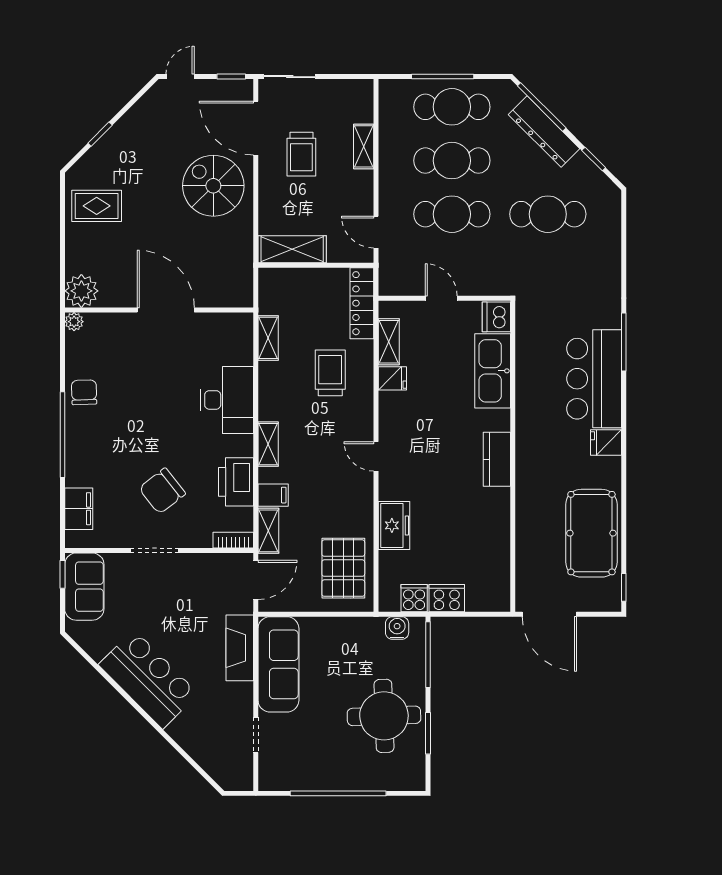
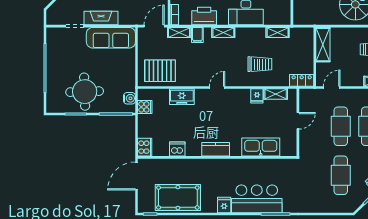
locker: (362, 303) -> (302, 80), width x0.66
dishwasher: (496, 317) -> (177, 149), moved
door: (256, 580) -> (154, 26), swing flipped
cooker: (447, 598) -> (145, 147), moved
fireplace: (240, 648) -> (101, 18), moved

